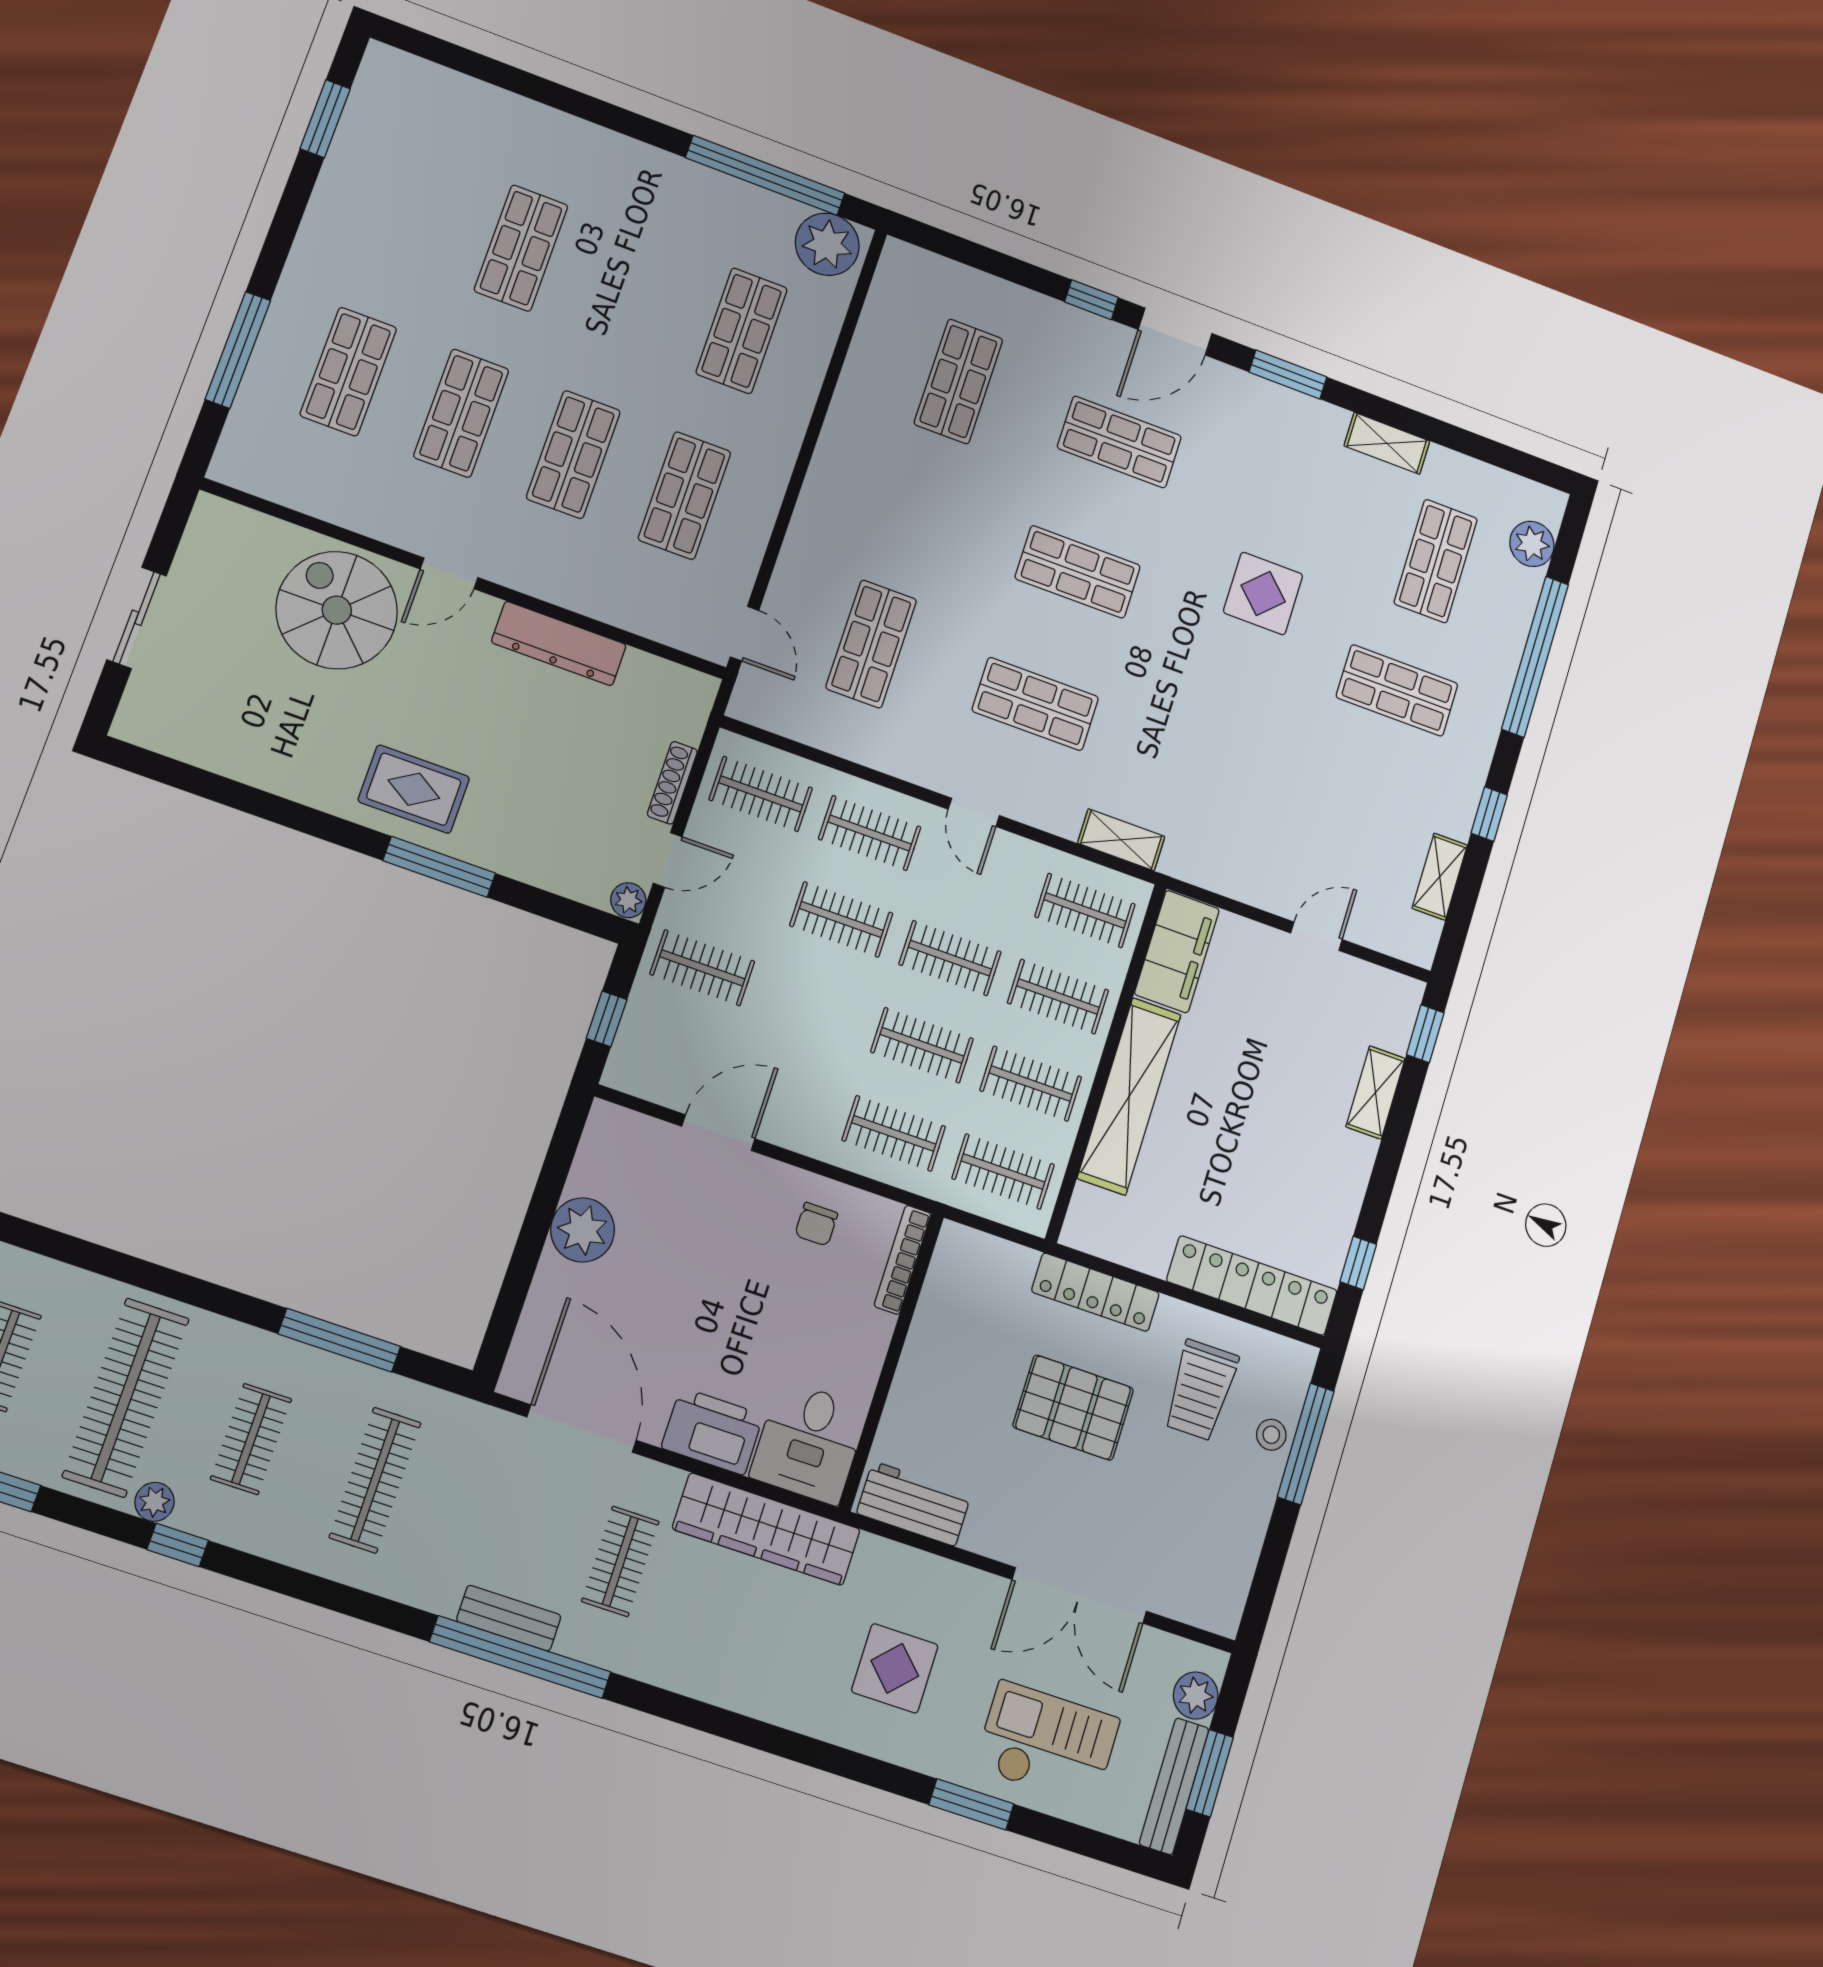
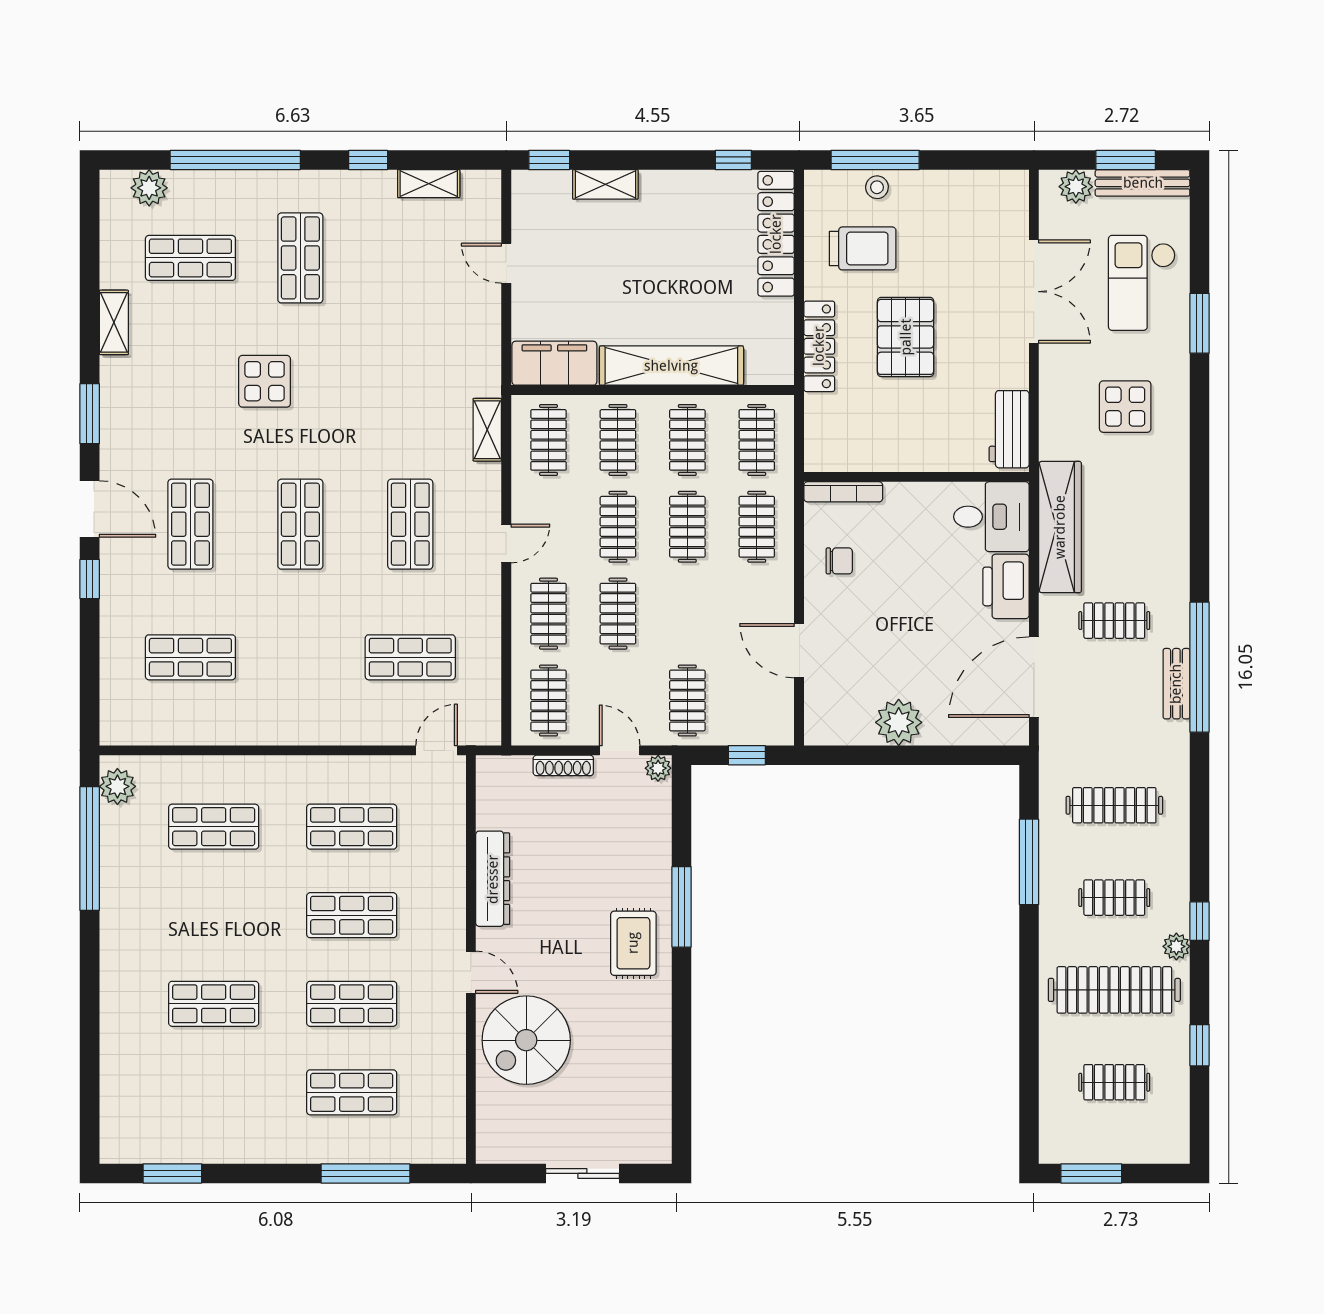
plant: (827, 244) -> (117, 786), width x0.73, depth x0.73

